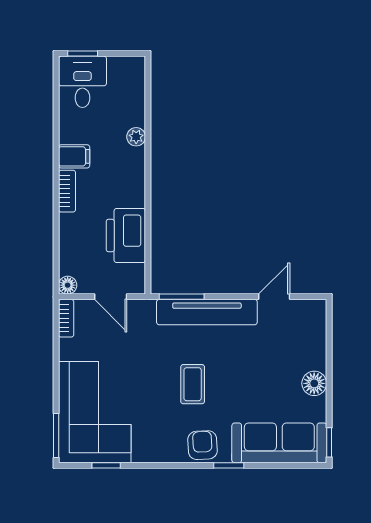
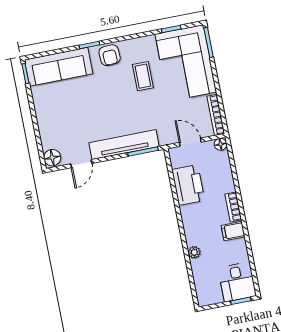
bookcase: (66, 318) -> (216, 115), width x1.56
floor lamp: (314, 383) -> (52, 158), moved
coffee table: (193, 384) -> (143, 76), moved

